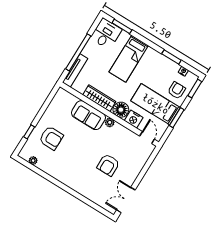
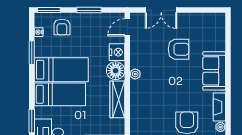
armchair: (177, 90) -> (62, 27), turned -90
bed: (156, 104) -> (61, 70), moved, turned -90
sofa: (88, 115) -> (214, 71), moved, turned 180
fireplace: (48, 169) -> (219, 107), added
double door: (126, 200) -> (161, 10), moved

